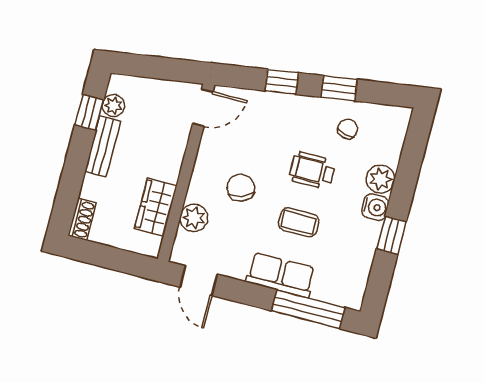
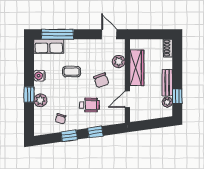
door: (203, 108) -> (127, 99), moved
wheelchair: (312, 170) -> (89, 105), moved
wardrobe: (156, 207) -> (137, 68), width x1.50
water cooler: (375, 207) -> (39, 76), moved
window: (391, 235) -> (29, 95), moved
row of seats: (281, 275) -> (49, 46), moved

